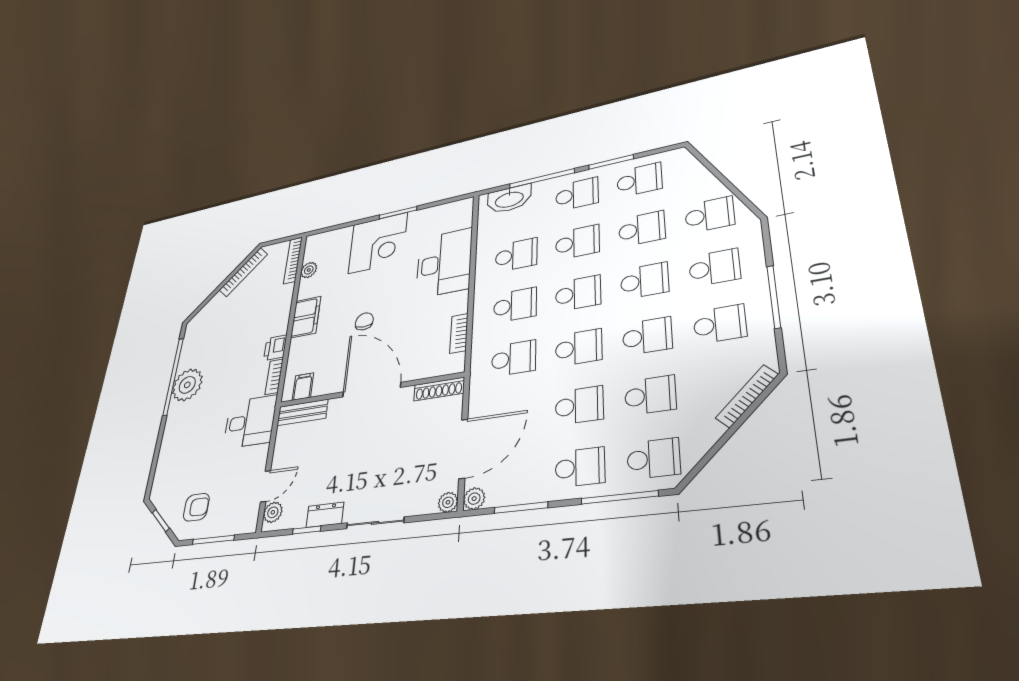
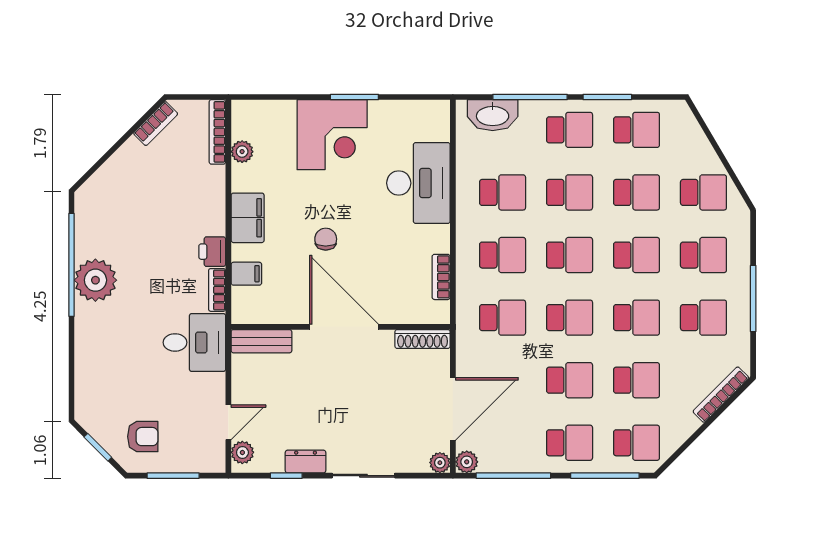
bookcase: (243, 272) -> (156, 124), width x0.64
filing cabinet: (303, 386) -> (246, 274), moved, turned 90
window: (521, 508) -> (513, 476), width x1.44

